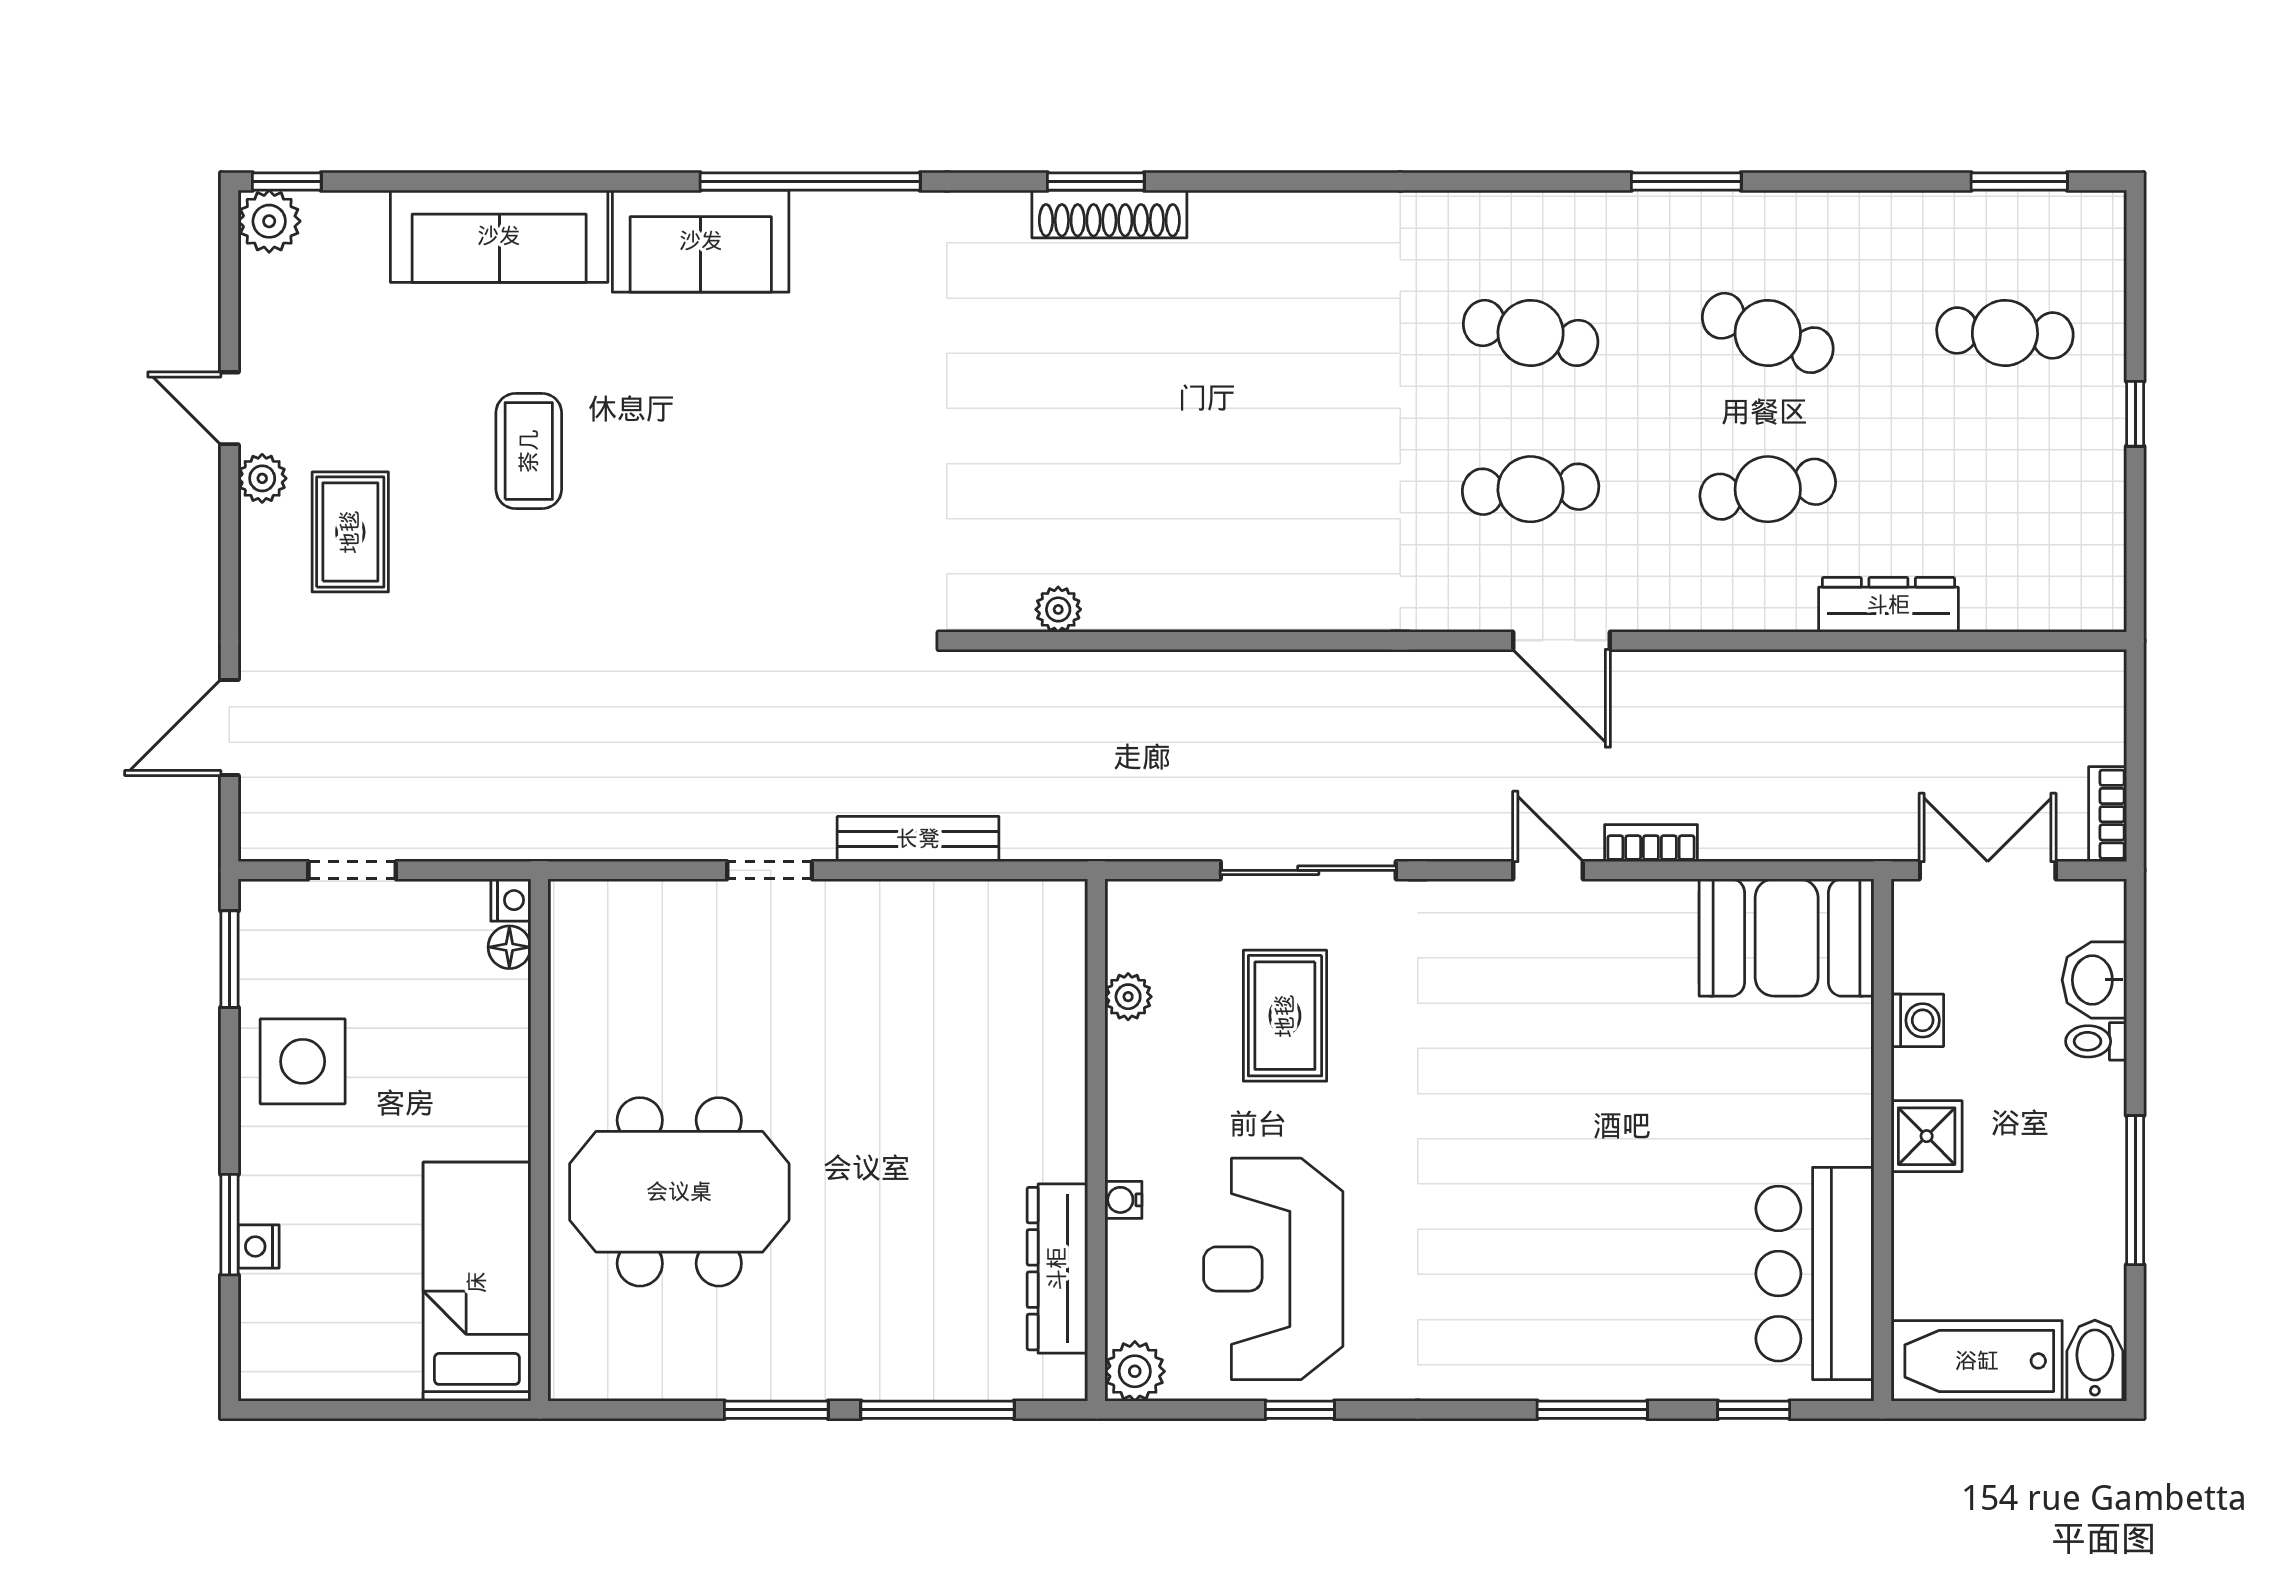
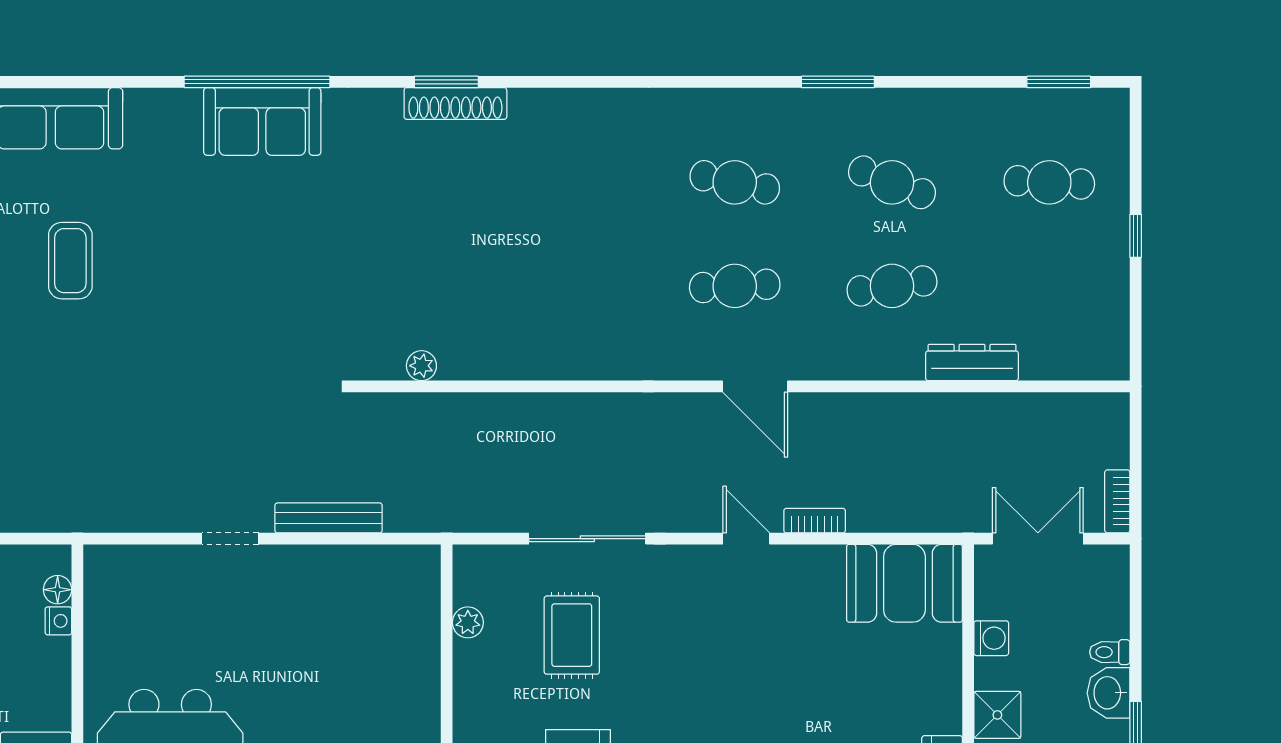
sofa: (701, 241) -> (262, 121), moved
nightstand: (511, 900) -> (58, 621), moved
washbasin: (2094, 980) -> (1109, 693), moved

